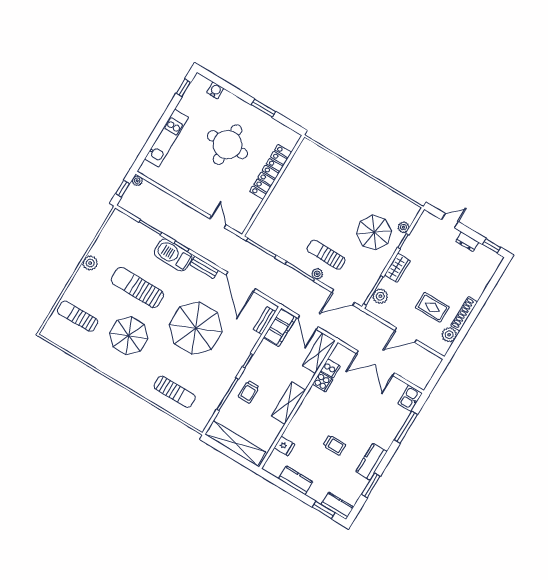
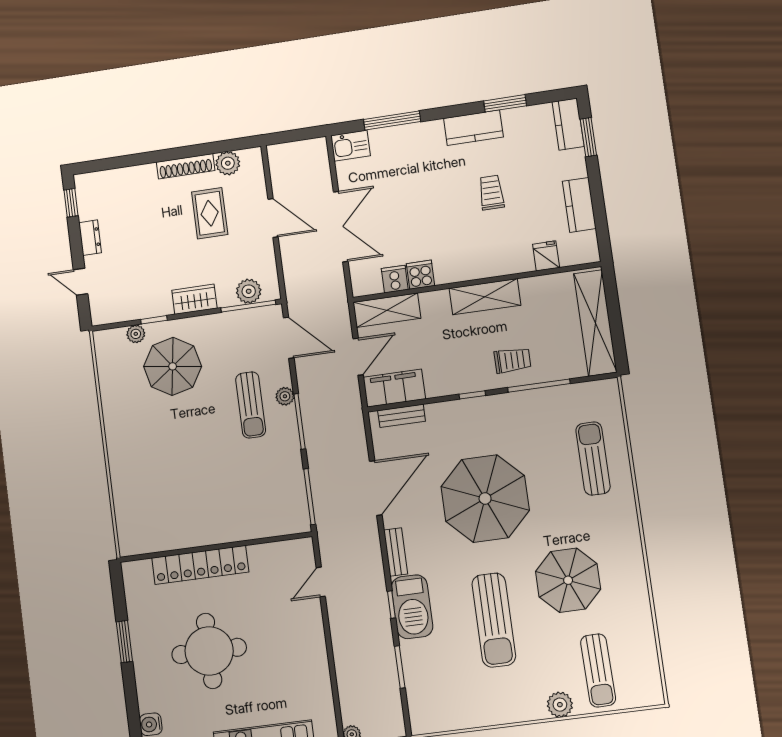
plant: (90, 263) -> (560, 705), moved

